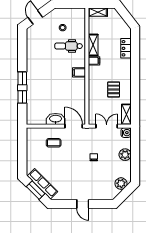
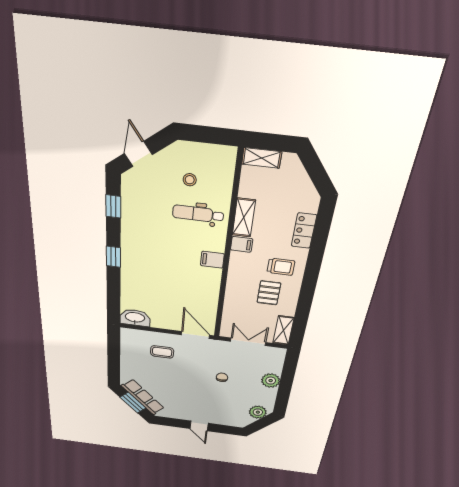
trolley: (118, 72) -> (281, 267), added
window: (22, 97) -> (113, 206), moved
washbasin: (56, 119) -> (135, 318), moved
water cooler: (126, 133) -> (278, 354), removed

